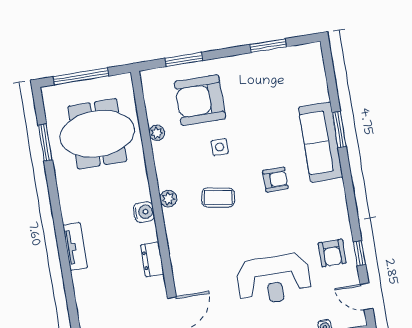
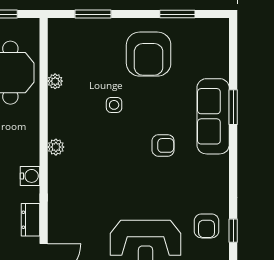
armchair: (200, 100) -> (149, 54), moved, turned -90
coffee table: (218, 197) -> (104, 154), removed
water cooler: (144, 212) -> (30, 176), moved
dresser: (152, 259) -> (31, 220), moved

